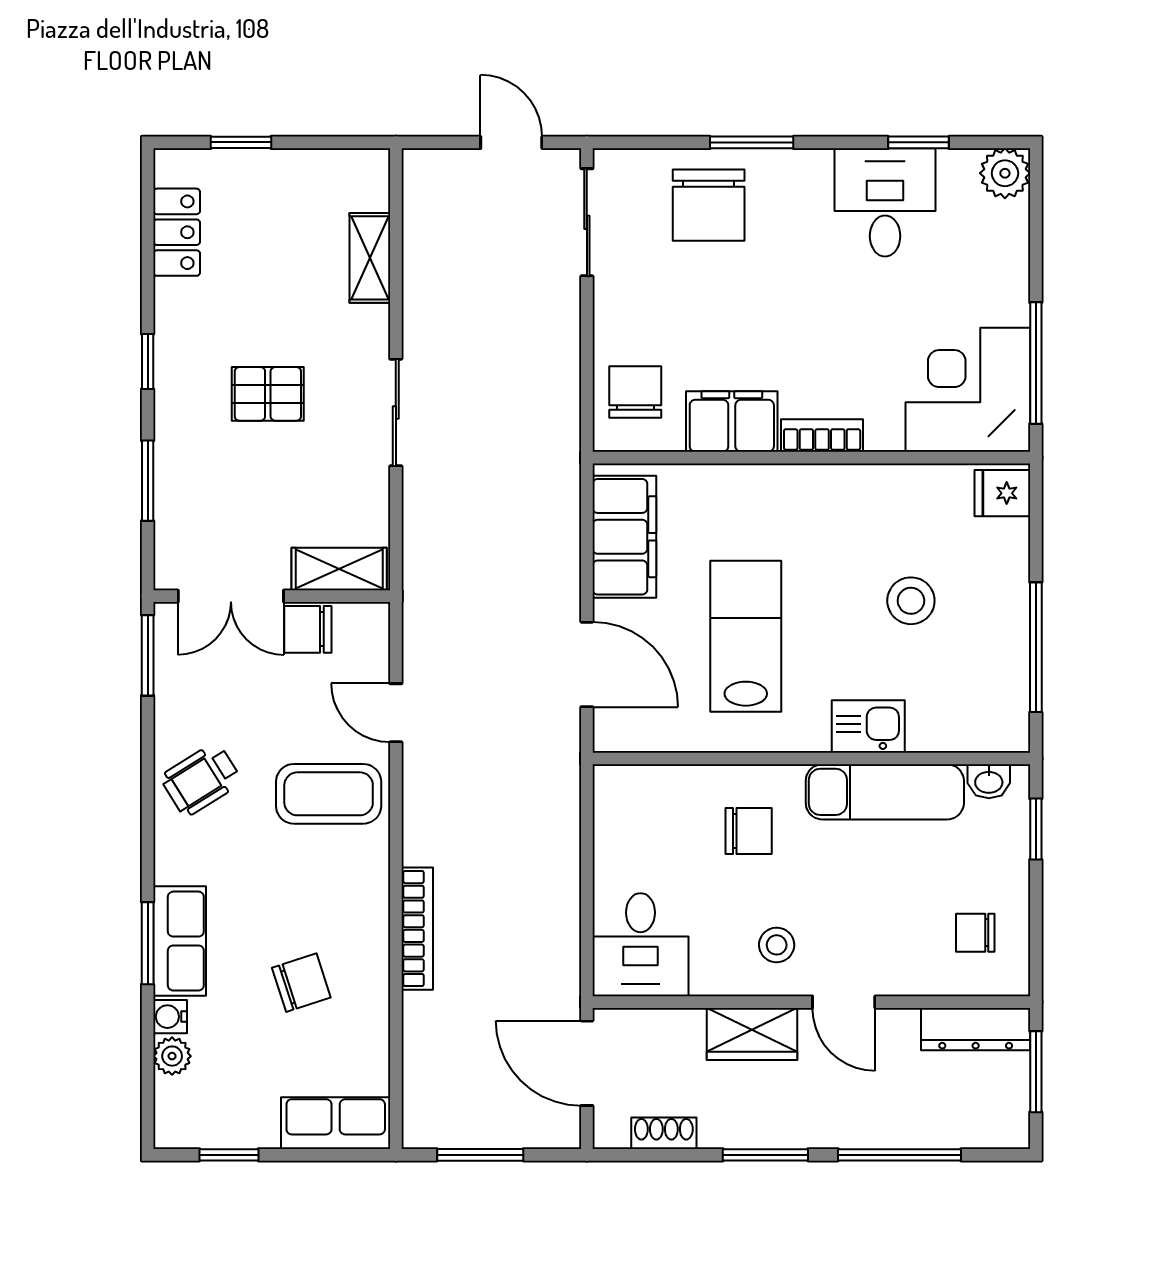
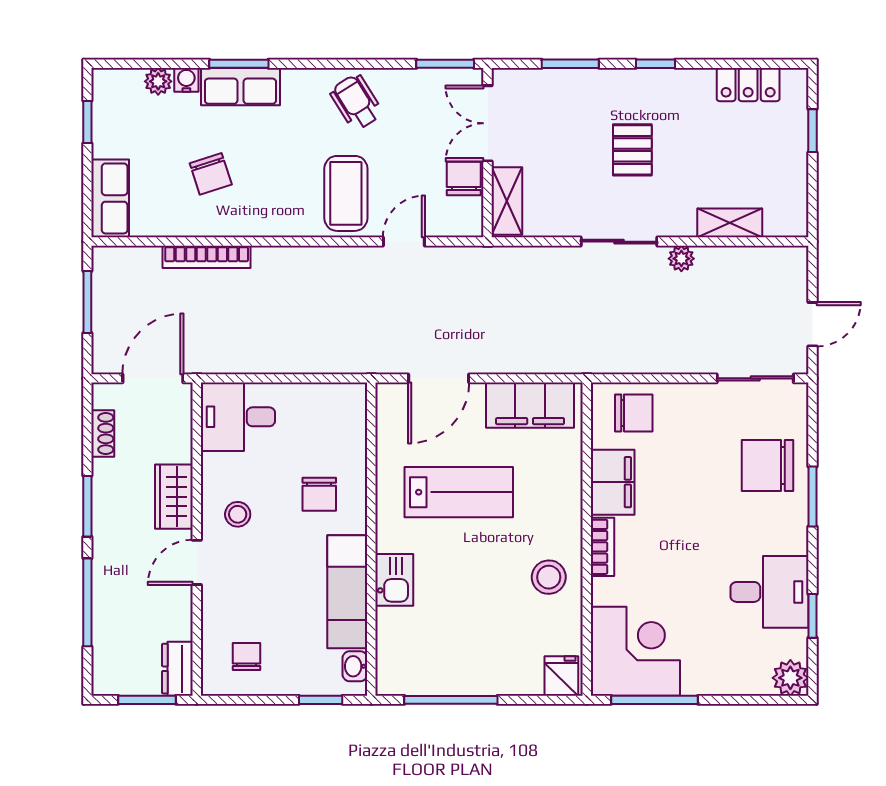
plant: (419, 326) -> (681, 259), added
stool: (911, 601) -> (549, 577), moved
bookcase: (417, 929) -> (207, 257), moved
dresser: (976, 1029) -> (177, 669), width x0.70

